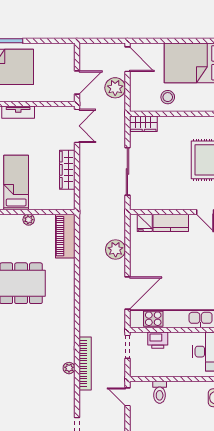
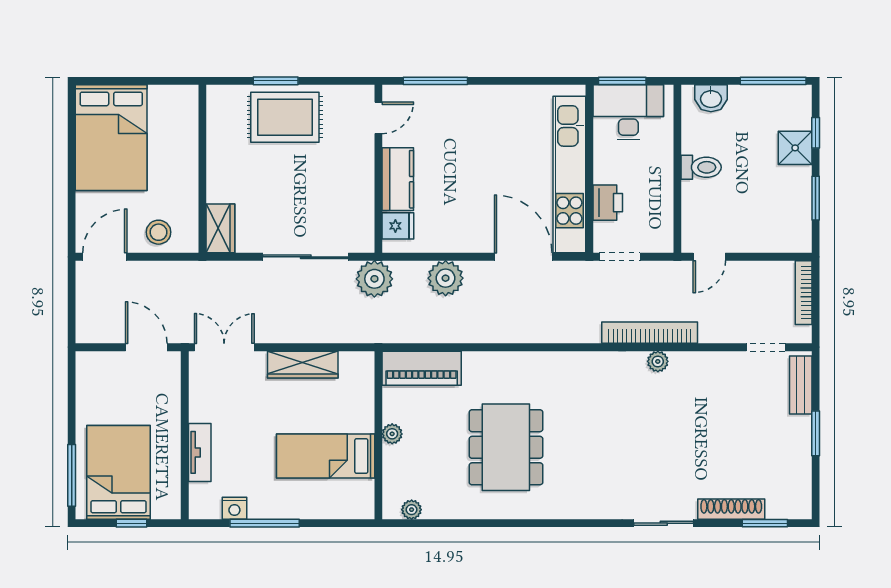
plant: (115, 88) -> (374, 279), moved
stool: (168, 97) -> (158, 232), moved
toilet: (160, 392) -> (701, 167), moved

